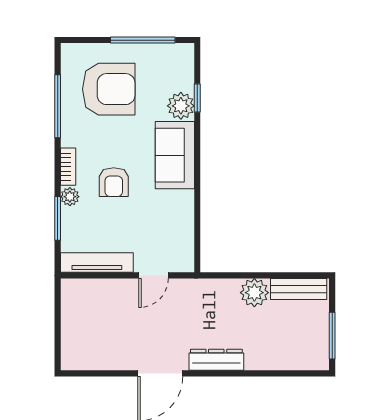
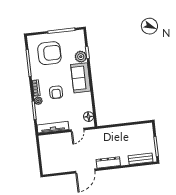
floor lamp: (183, 248) -> (89, 117), added
bench: (299, 289) -> (141, 159), moved
plant: (254, 293) -> (121, 132), removed

